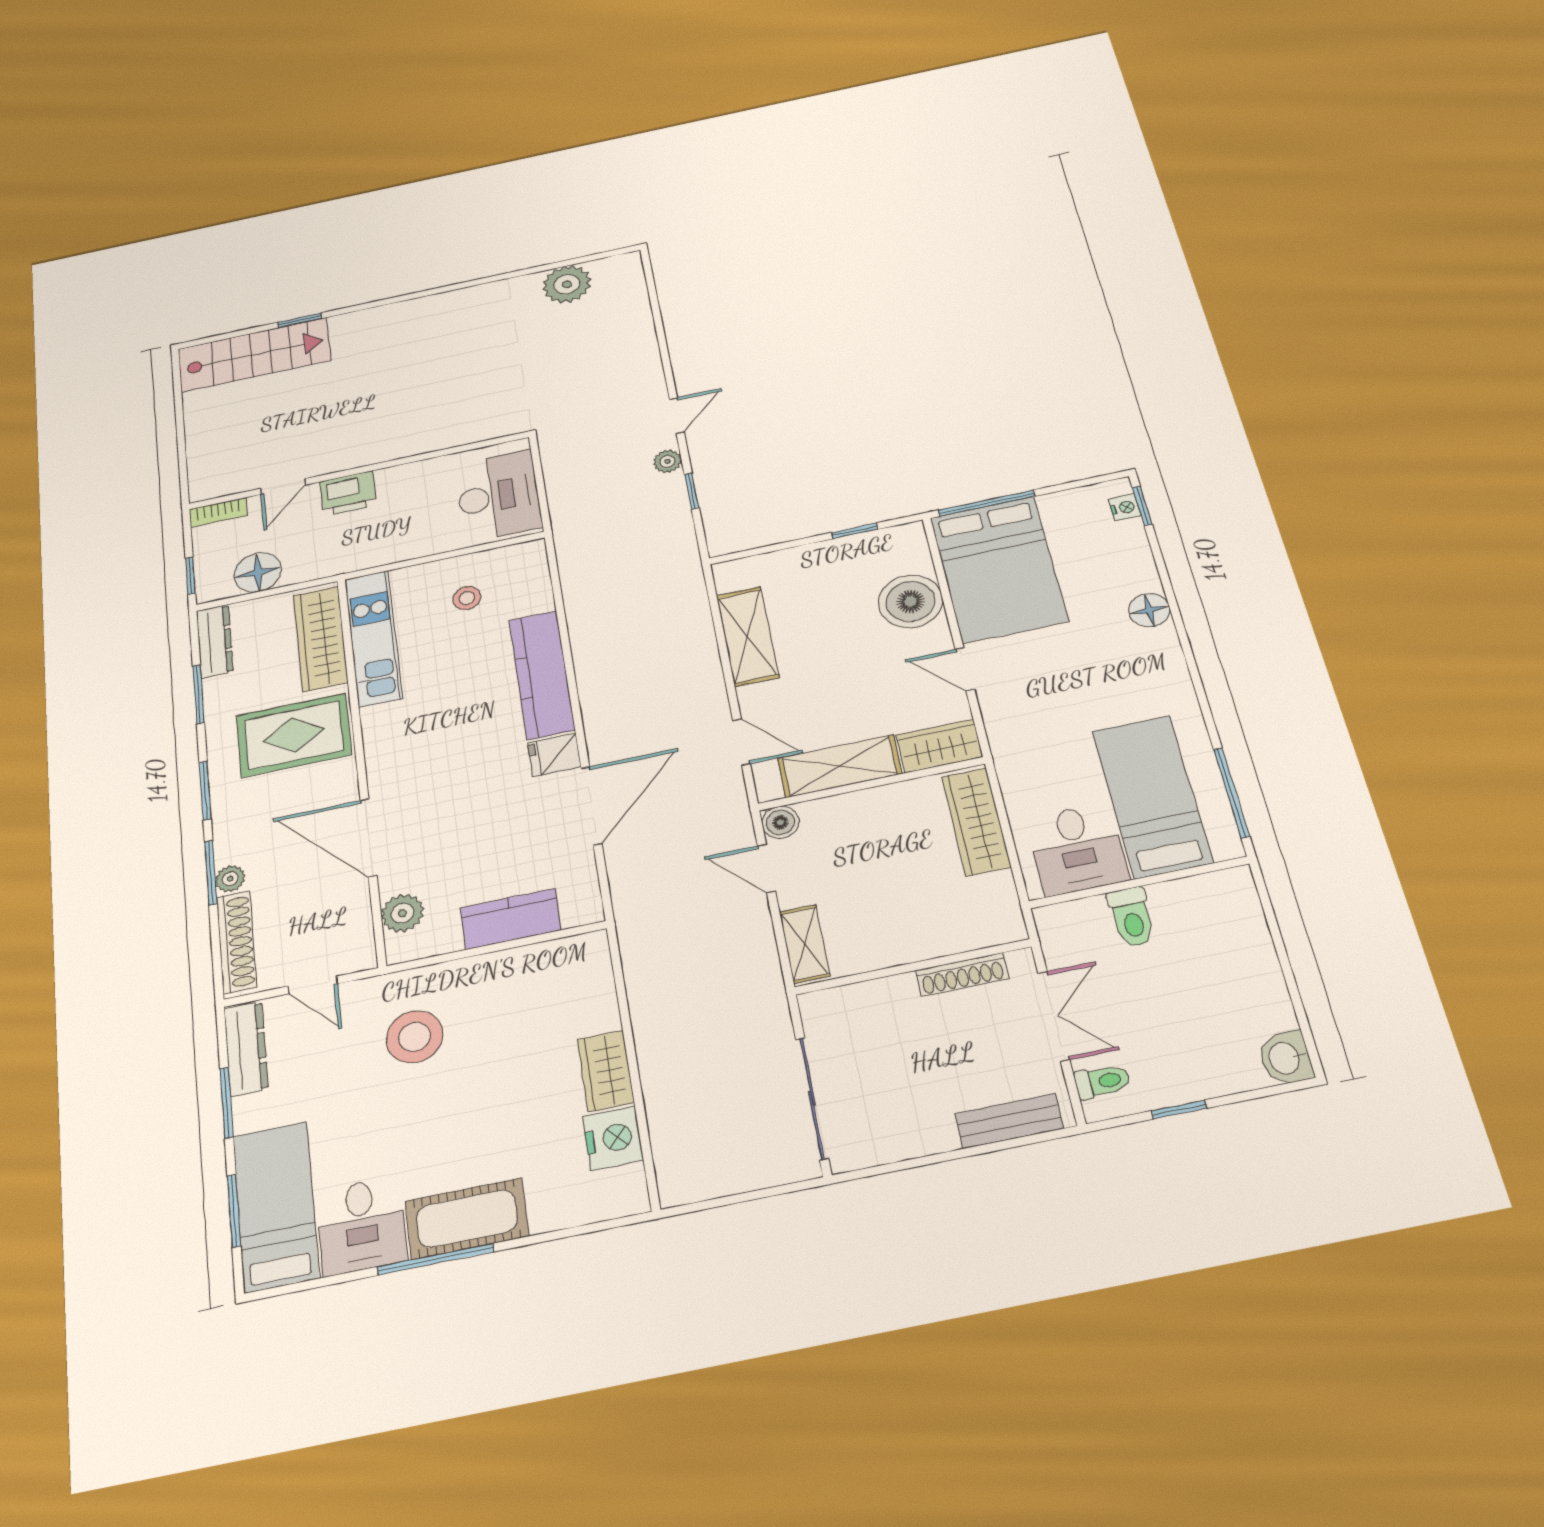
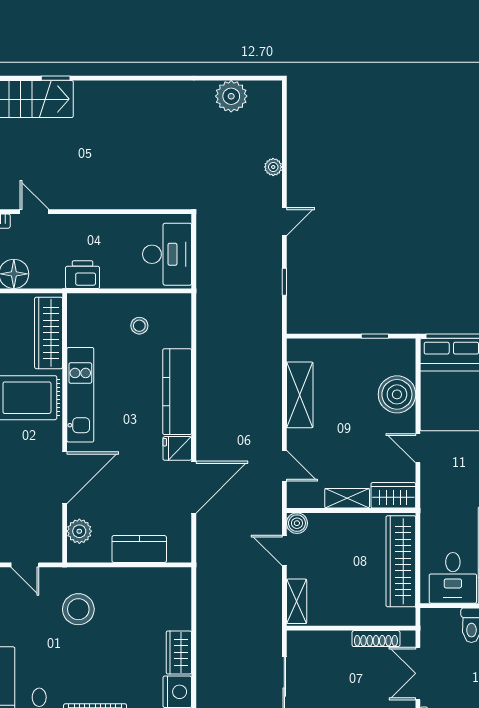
plant: (667, 461) -> (273, 167), moved
door: (283, 487) -> (34, 212), swing flipped
printer: (348, 493) -> (83, 275), moved, turned 180
kitchen unit: (373, 638) -> (80, 395), moved
shelving: (840, 766) -> (347, 498), width x0.67, depth x0.75
wardrobe: (976, 822) -> (401, 561), width x1.40, depth x1.17
door: (369, 838) -> (65, 478), swing flipped
double door: (1054, 1016) -> (418, 673), swing flipped

